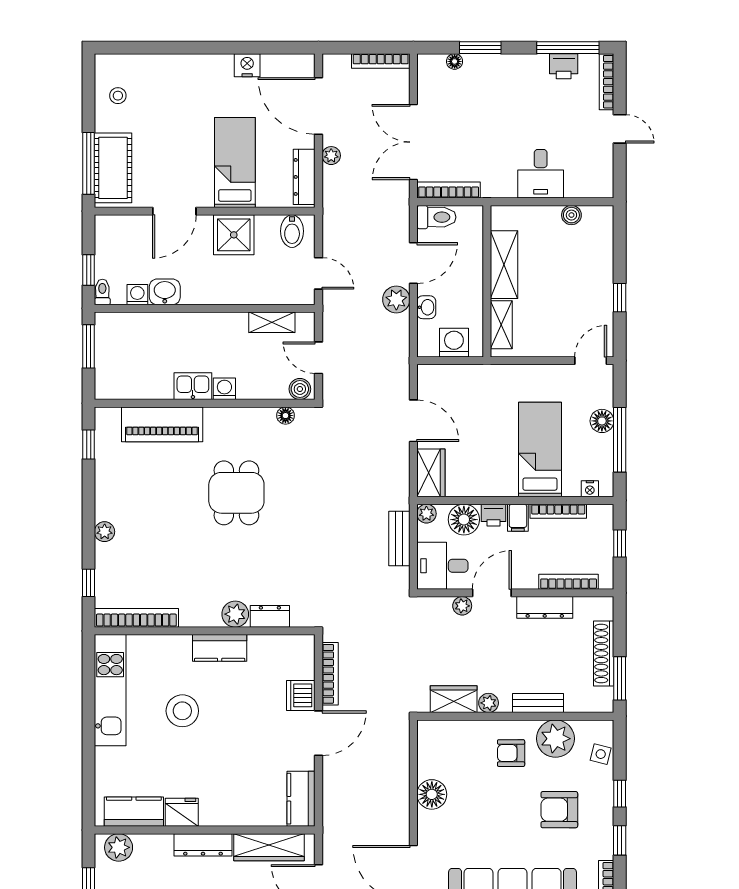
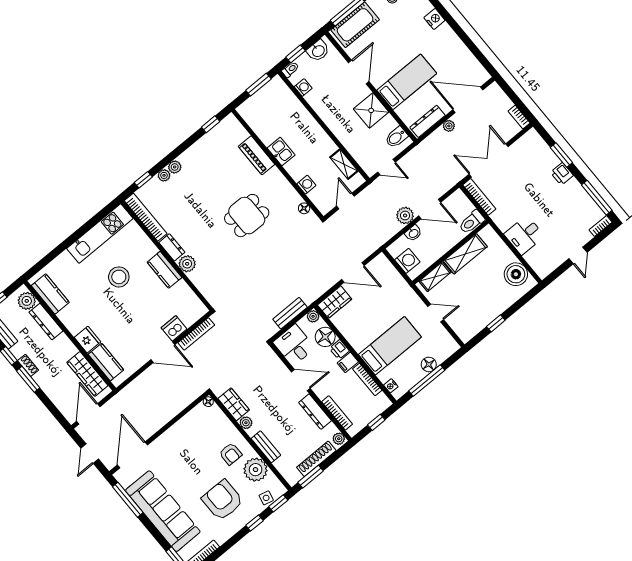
bookcase: (381, 61) -> (519, 117), width x0.64
floor lamp: (455, 61) -> (544, 148), removed
nightstand: (247, 65) -> (434, 19), moved
printer: (564, 66) -> (562, 174), moved
bookcase: (606, 82) -> (601, 226), width x0.64
door: (319, 106) -> (468, 100), hinge flipped
door: (174, 211) -> (359, 72), swing flipped
boiler: (571, 215) -> (516, 274), width x1.86, depth x1.86
toilet: (436, 217) -> (472, 222), moved, turned 90
door: (319, 273) -> (386, 167), hinge flipped
washbasin: (165, 292) -> (318, 51), moved, turned 90
door: (591, 361) -> (436, 313), moved
washing machine: (224, 389) -> (306, 185), moved
boiler: (300, 389) -> (323, 205), removed
door: (413, 421) -> (353, 273), hinge flipped
piano: (162, 424) -> (257, 155), width x0.73, depth x0.75
plant: (104, 553) -> (164, 175), added
plant: (462, 606) -> (339, 439), moved
dresser: (270, 616) -> (172, 247), moved
armchair: (511, 753) -> (231, 454), turned 180
floor lamp: (432, 794) -> (208, 402), moved, width x0.53, depth x0.53
kitchen counter: (301, 799) -> (106, 362), moved, turned 90
armchair: (559, 810) -> (222, 500), width x1.36, depth x1.36
fridge: (182, 812) -> (88, 340), moved
window: (620, 840) -> (278, 503), moved
dresser: (203, 845) -> (46, 322), moved

